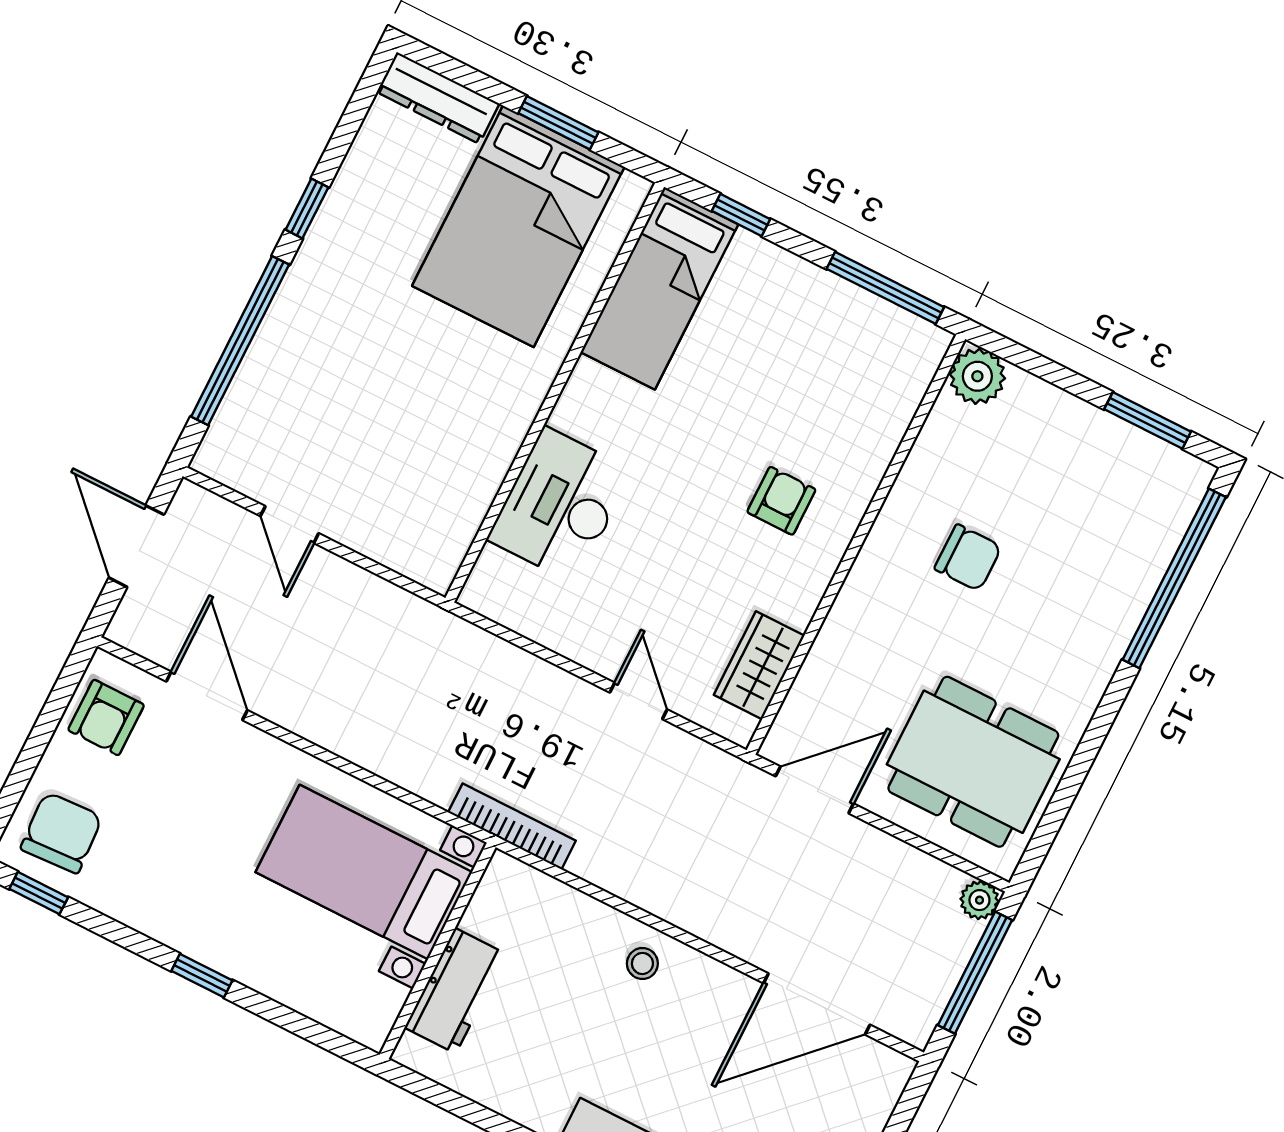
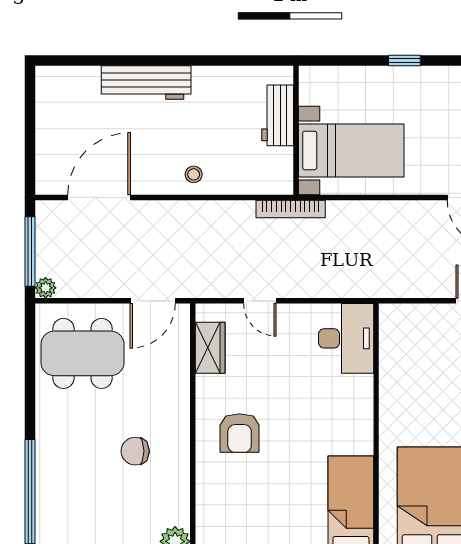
armchair: (781, 501) -> (240, 433), width x1.38, depth x1.38
desk: (560, 505) -> (346, 338), moved

